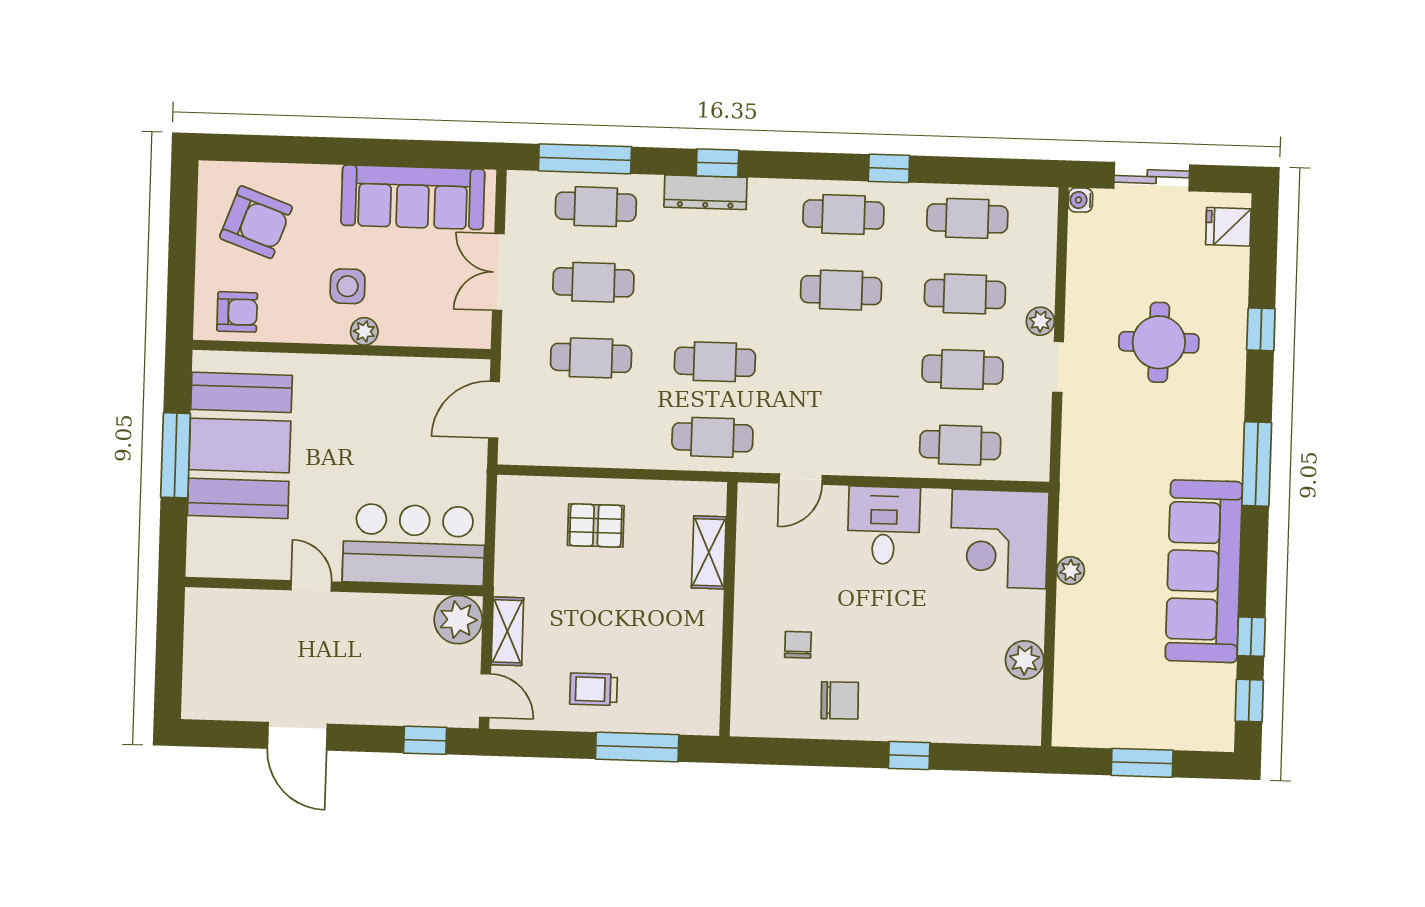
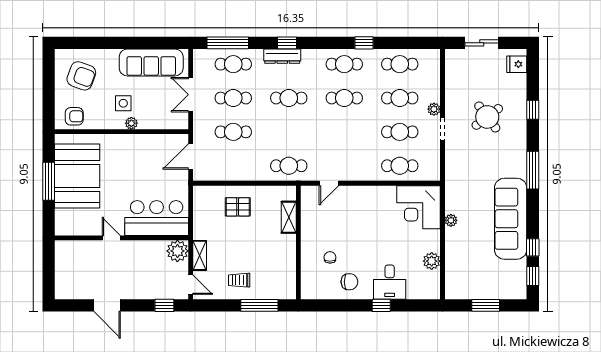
water cooler: (1080, 200) -> (450, 54), removed
round table: (1159, 342) -> (487, 117), turned -37
cafe table: (715, 362) -> (289, 98), moved
desk: (884, 525) -> (390, 282), moved, turned 180

